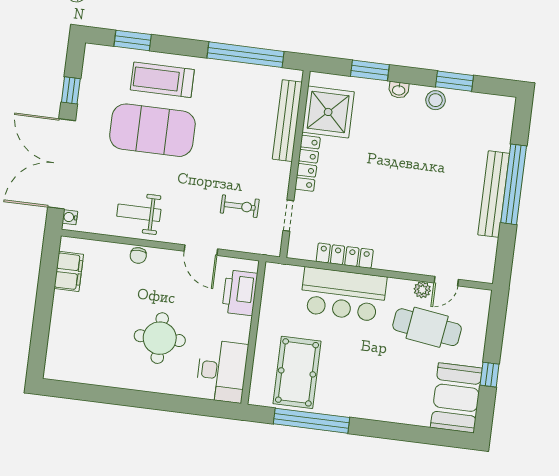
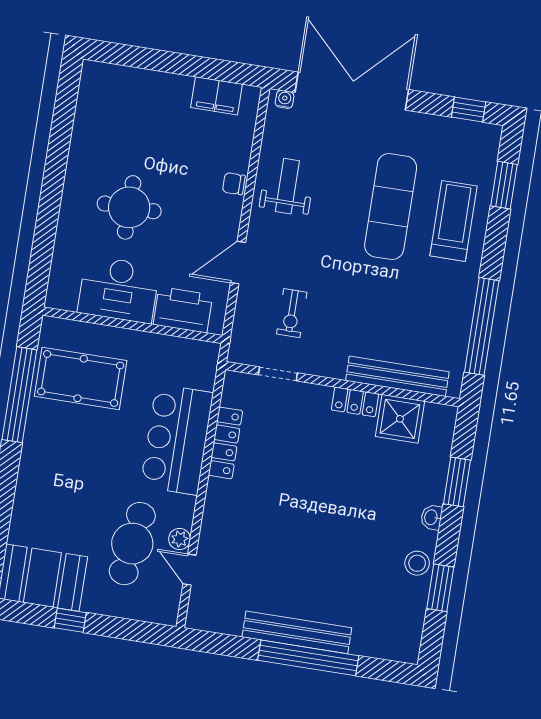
window: (71, 90) -> (469, 110), moved
shower: (328, 112) -> (400, 419), width x0.73, depth x0.73
exercise mat: (152, 130) -> (391, 207), width x0.68
locker: (308, 163) -> (355, 402), width x0.66
desk: (222, 371) -> (119, 289), moved

